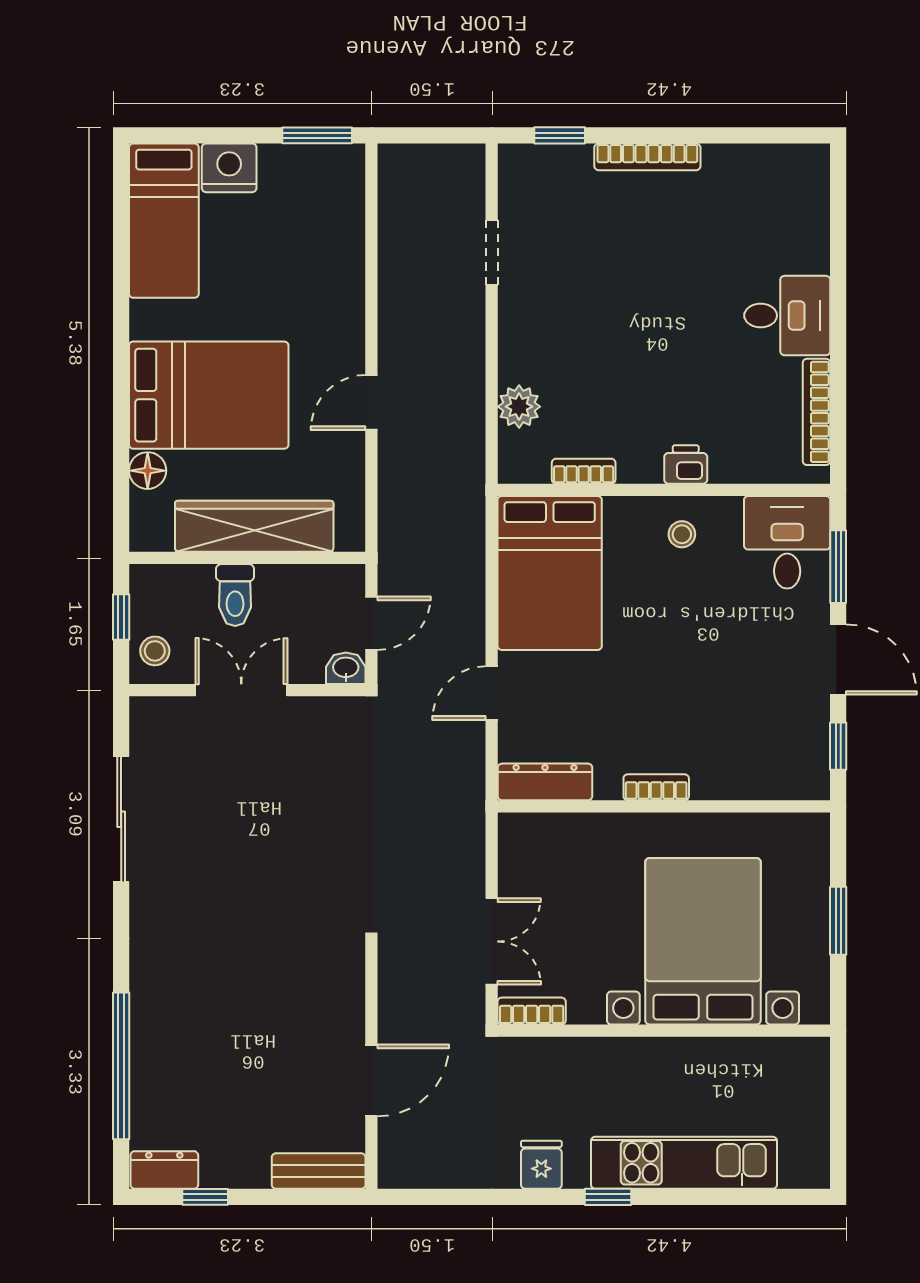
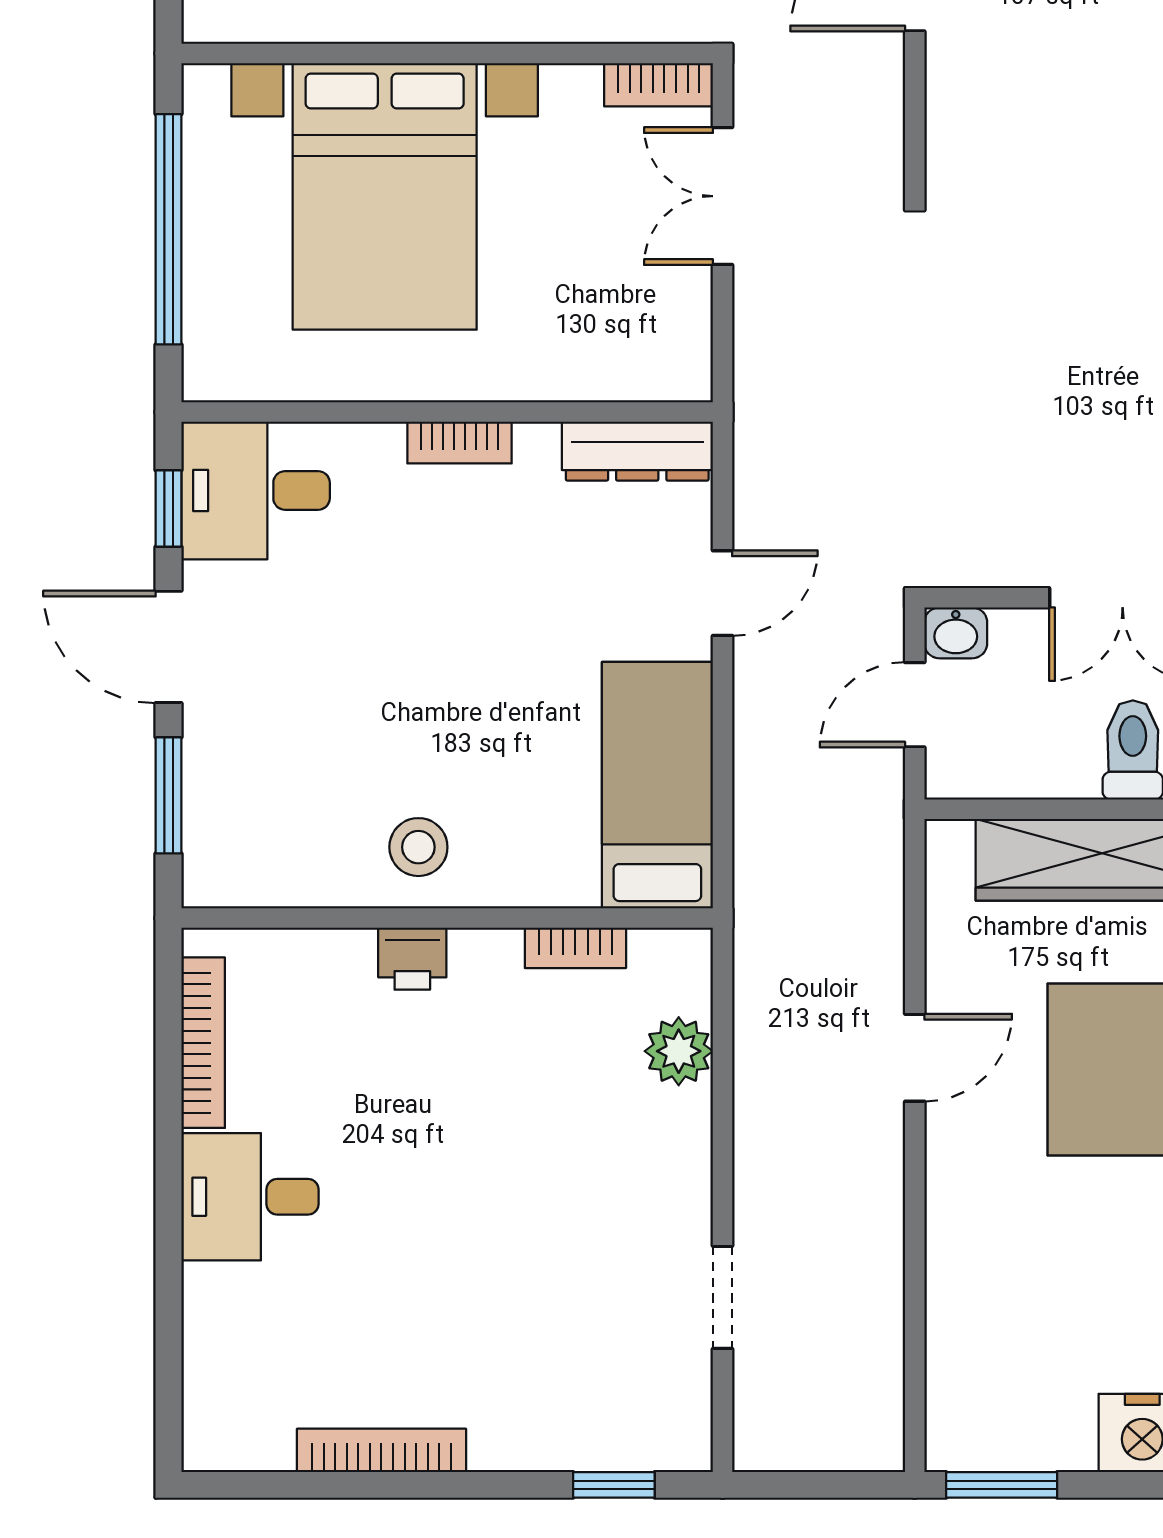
bookcase: (647, 157) -> (381, 1450), moved
stool: (682, 534) -> (418, 847), width x1.37, depth x1.37
desk: (787, 542) -> (256, 490), moved, turned 90
bed: (550, 573) -> (657, 785), width x0.67
window: (838, 921) -> (169, 229), width x2.11

